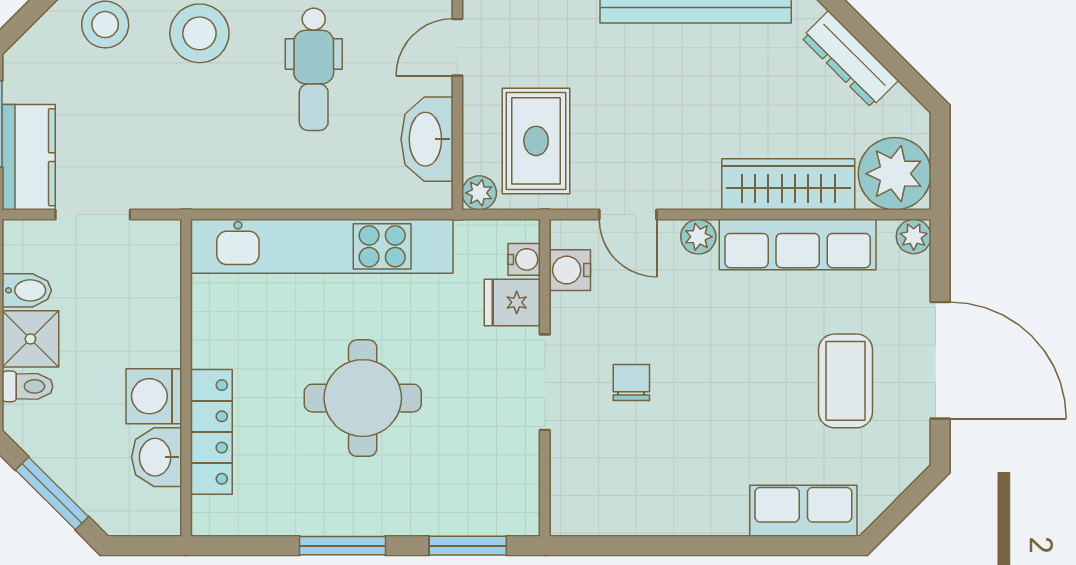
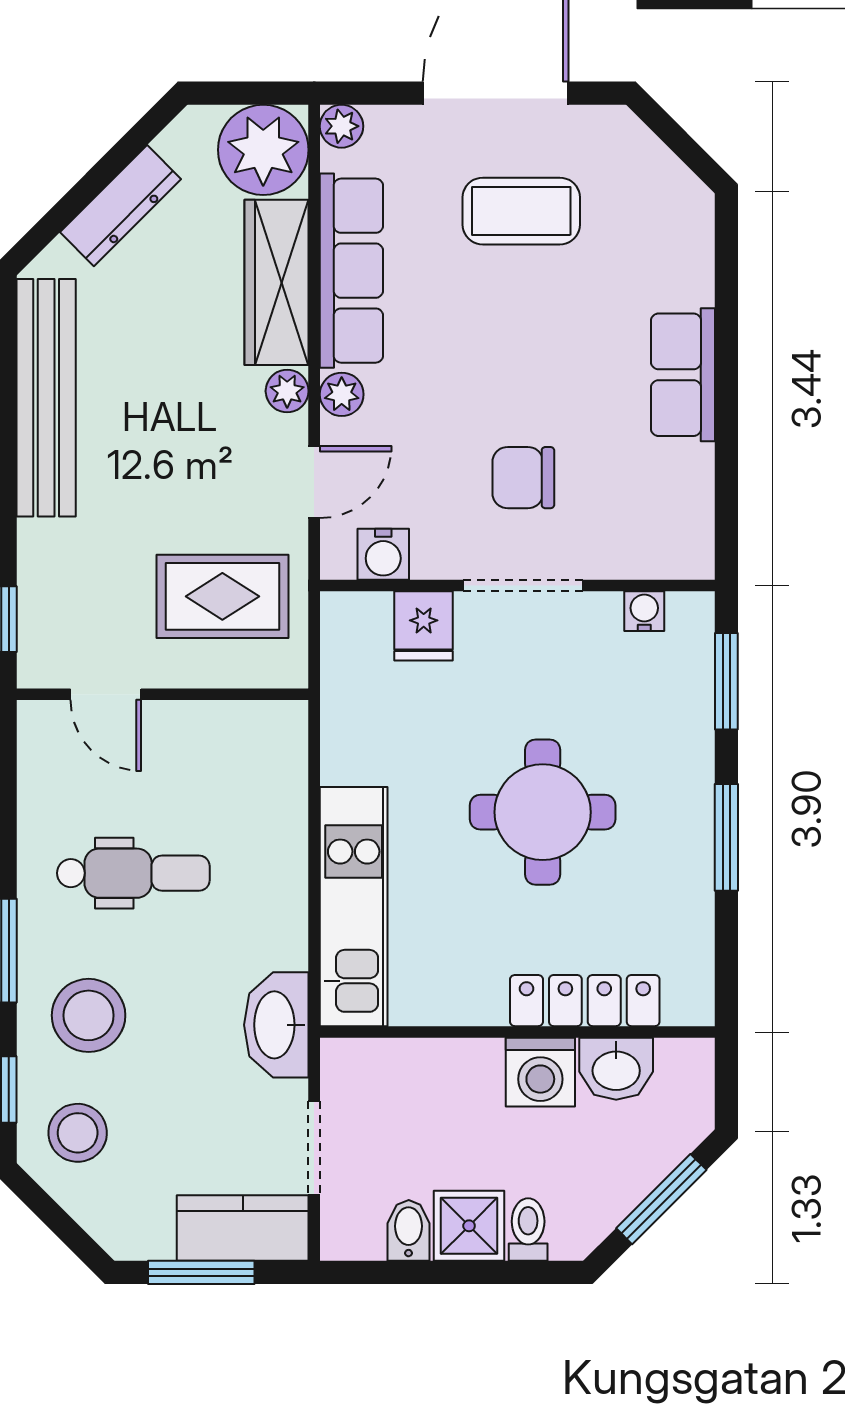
washbasin: (427, 139) -> (276, 1025), moved, turned 90
plant: (479, 193) -> (287, 391), moved
kitchen unit: (322, 246) -> (354, 907), width x0.73
water cooler: (524, 259) -> (644, 611), moved
chair: (631, 383) -> (523, 478), width x1.37, depth x1.37
row of seats: (803, 511) -> (683, 375), moved

